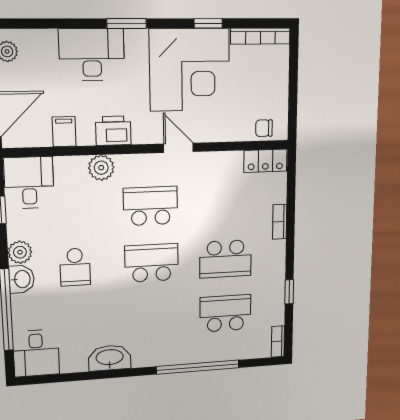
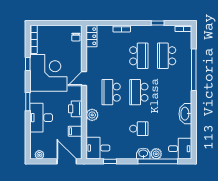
plant: (20, 252) -> (156, 154), moved

